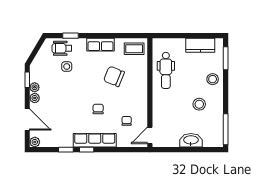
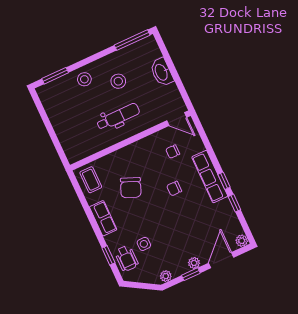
kitchen counter: (200, 45) -> (54, 110), removed
dental chair: (166, 70) -> (118, 117), moved
window: (27, 80) -> (191, 274), moved
plant: (35, 87) -> (166, 276), moved

